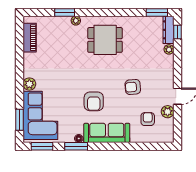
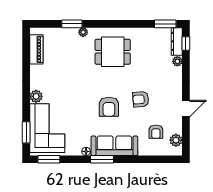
armchair: (94, 101) -> (109, 107), moved
plant: (168, 112) -> (176, 140), moved
armchair: (148, 119) -> (156, 132), turned 180
window: (76, 146) -> (102, 159), moved

